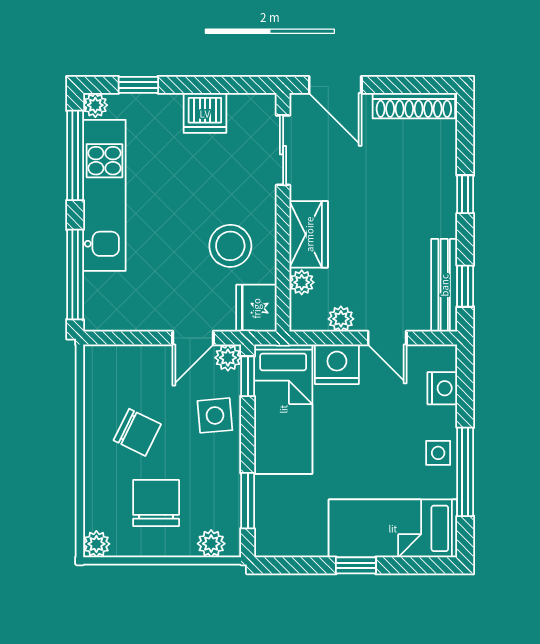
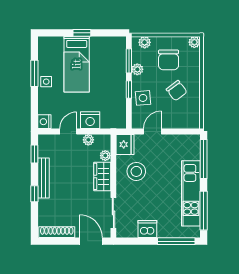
window: (138, 85) -> (176, 241), width x2.17
plant: (95, 105) -> (195, 232), removed
bench: (444, 285) -> (44, 178), moved
door: (387, 338) -> (68, 131), hinge flipped
plant: (228, 358) -> (137, 69), moved
window: (248, 376) -> (129, 90), moved
nightstand: (442, 388) -> (44, 122), moved
bed: (283, 409) -> (113, 101), removed
chair: (137, 432) -> (177, 91), turned -153
window: (465, 472) -> (34, 73), width x0.69
bed: (393, 528) -> (77, 64), moved, turned 90

